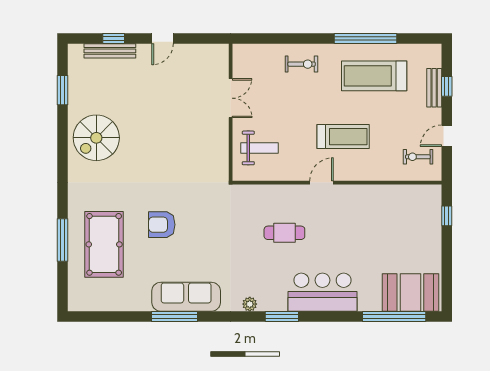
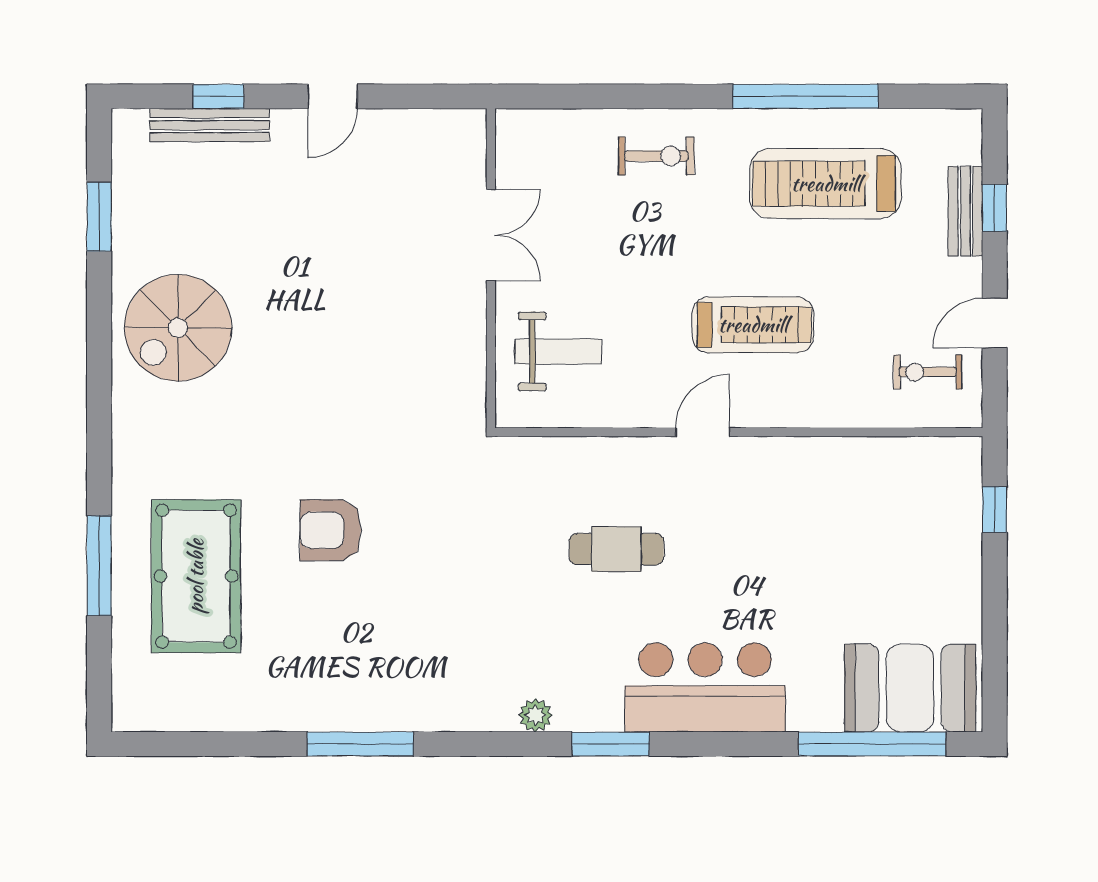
sofa: (186, 297) -> (387, 698), removed

